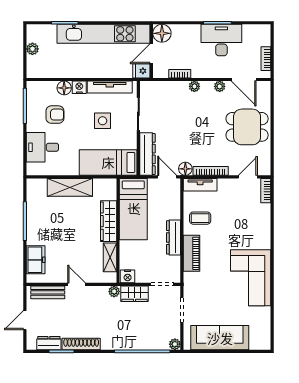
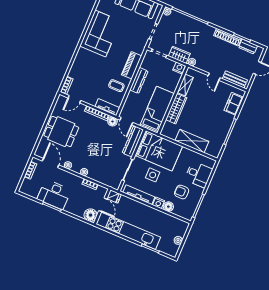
door: (151, 54) -> (103, 205), hinge flipped
bed: (108, 162) -> (159, 151), width x1.50

